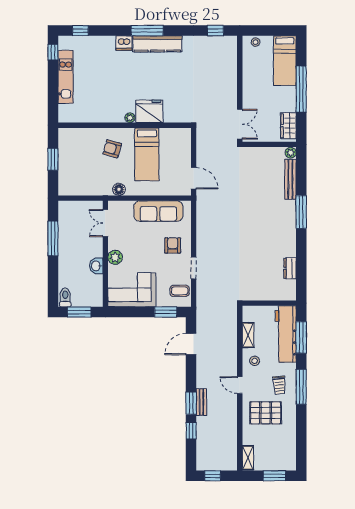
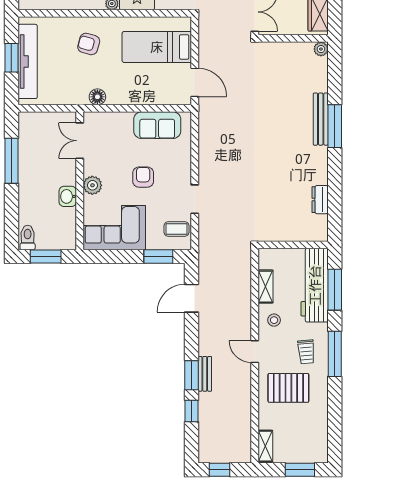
bed: (147, 154) -> (157, 47), moved, turned 90
tv unit: (65, 162) -> (28, 61), added
bench: (290, 179) -> (321, 119), moved
sofa: (158, 211) -> (157, 125), width x0.73
armchair: (173, 245) -> (143, 177), moved

